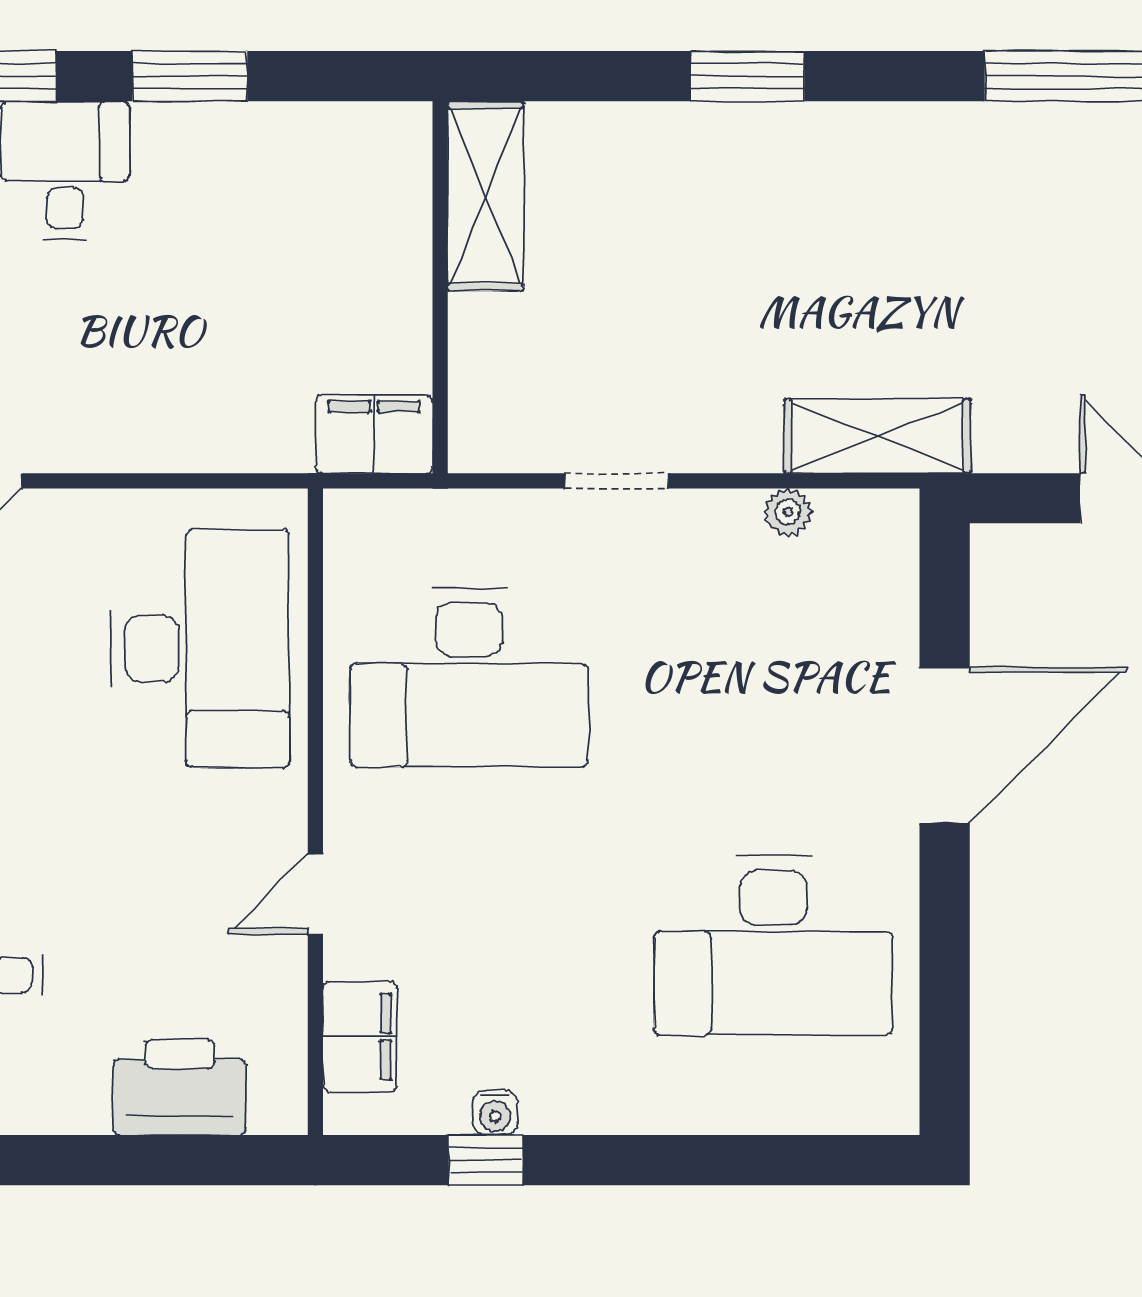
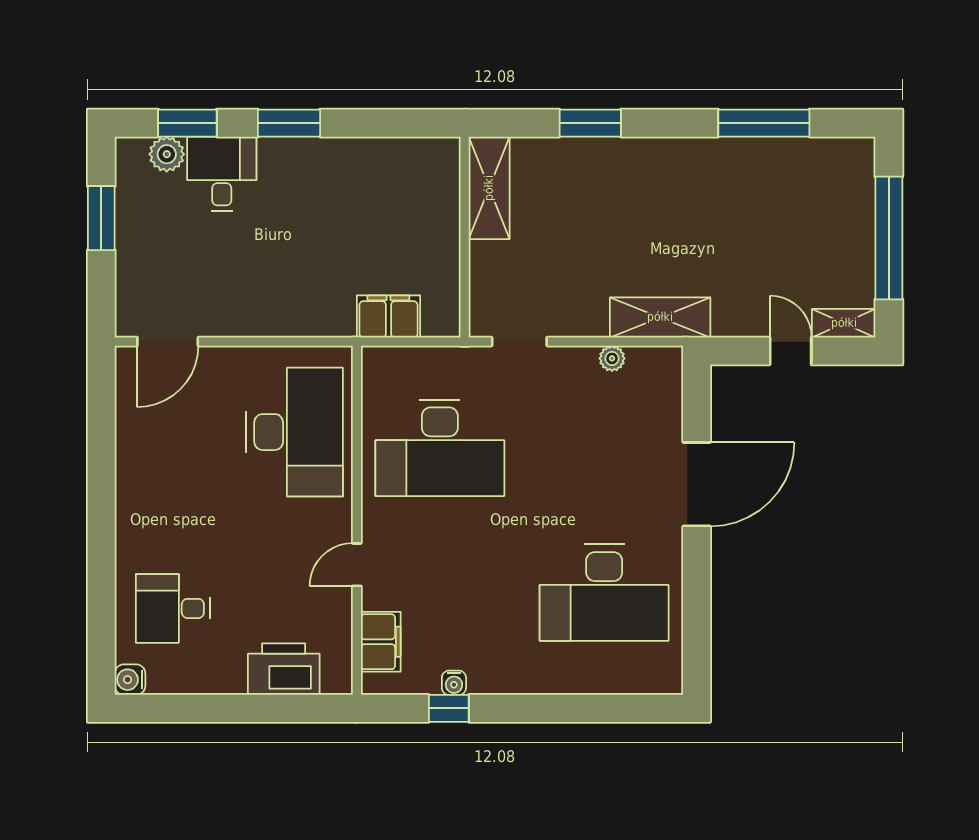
shelving: (486, 196) -> (489, 188), moved
wall: (440, 287) -> (465, 237), moved

